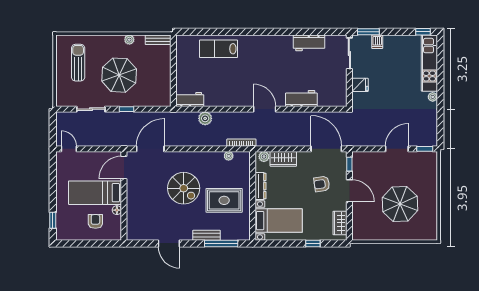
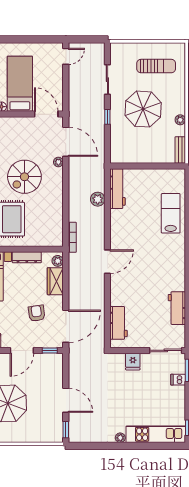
workbench: (301, 98) -> (119, 323), moved
workbench: (190, 99) -> (117, 189), width x1.38
plant: (229, 156) -> (58, 162), moved
armchair: (322, 184) -> (37, 313), moved

